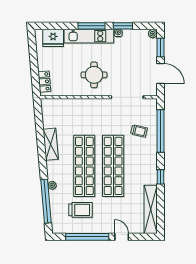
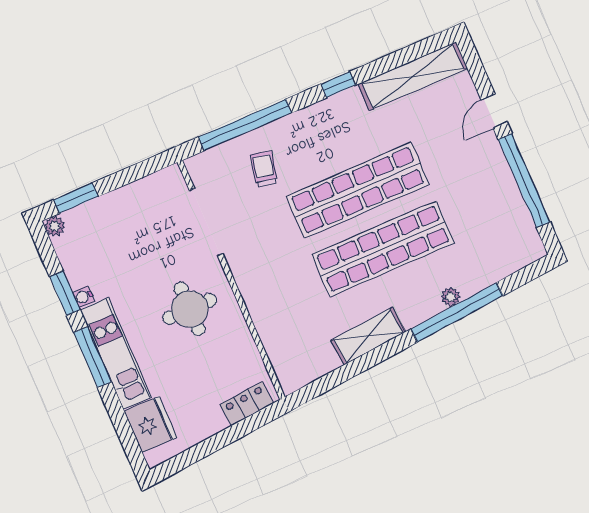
door: (161, 74) -> (129, 175), removed
window: (46, 201) -> (457, 312), moved
trolley: (81, 210) -> (475, 218), removed

